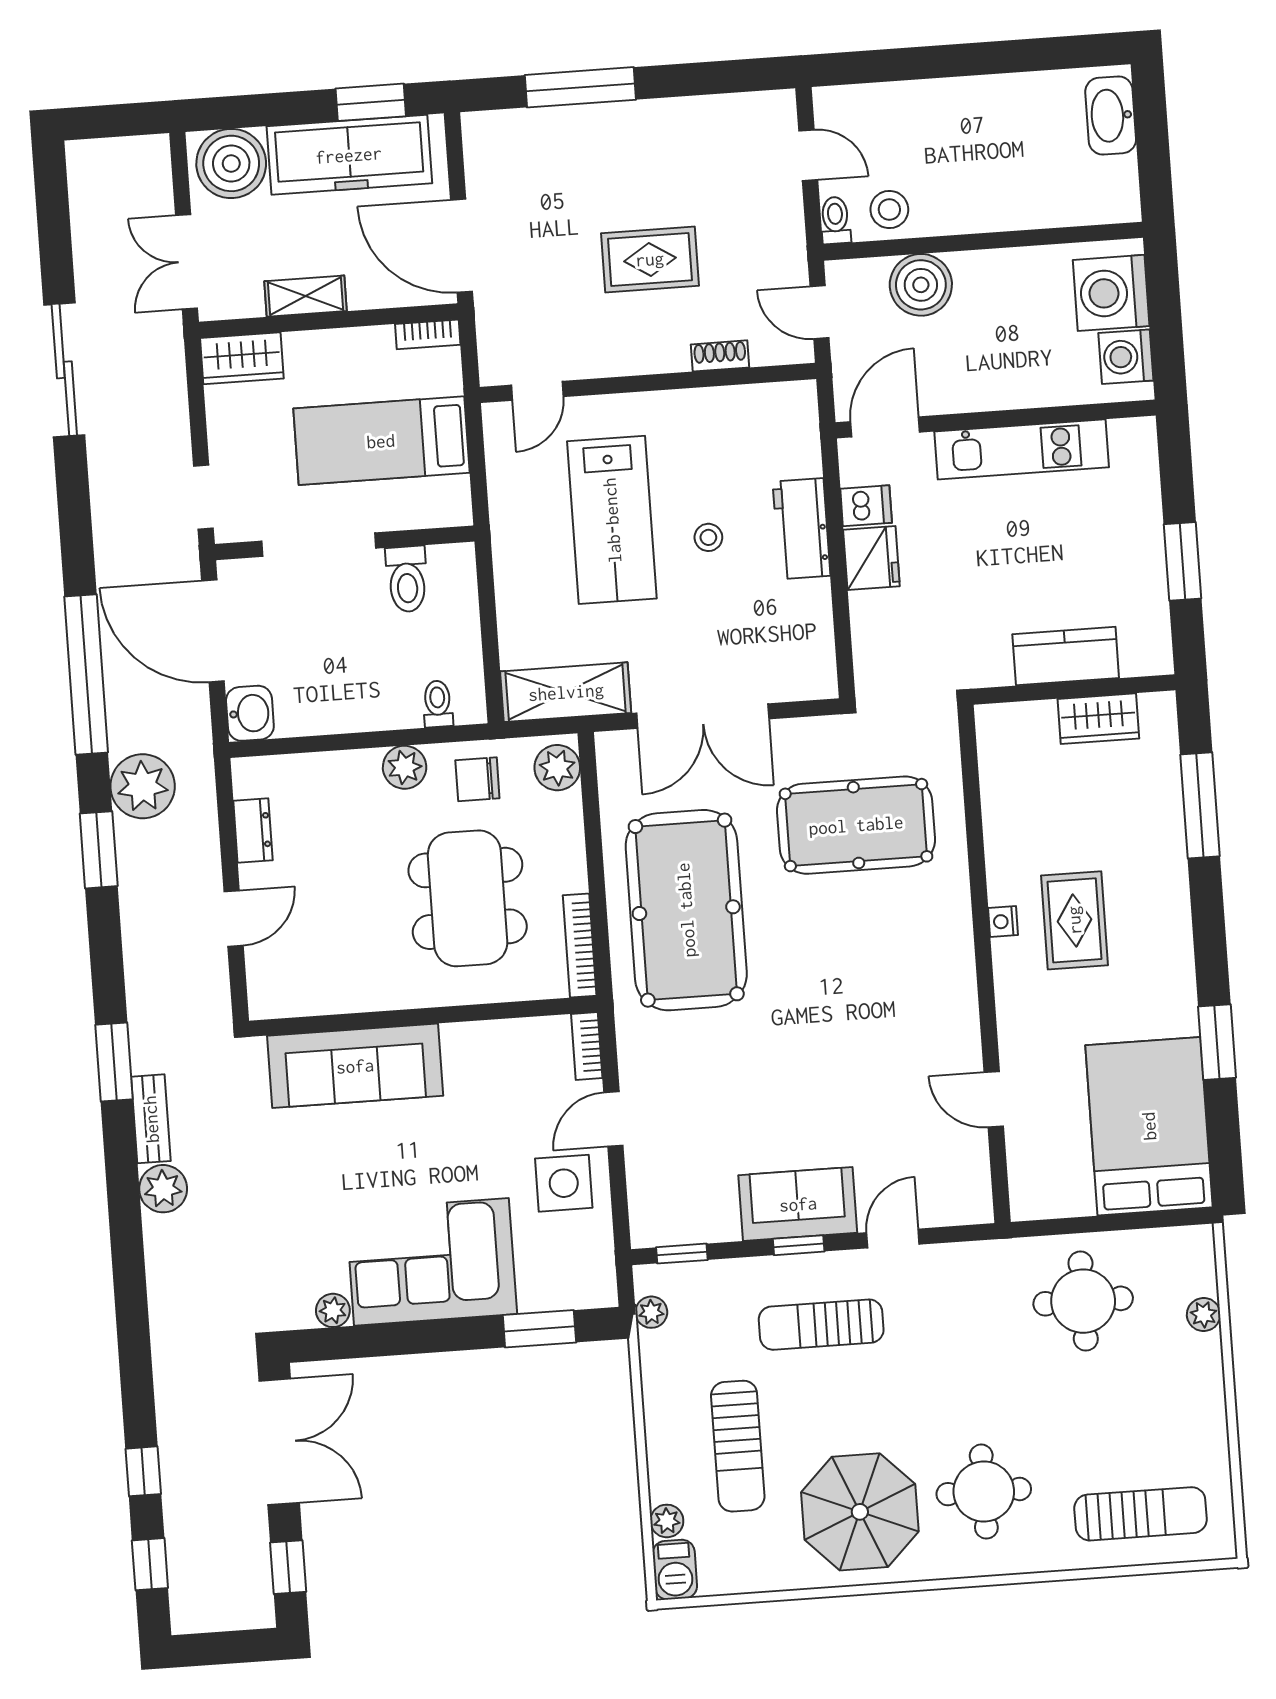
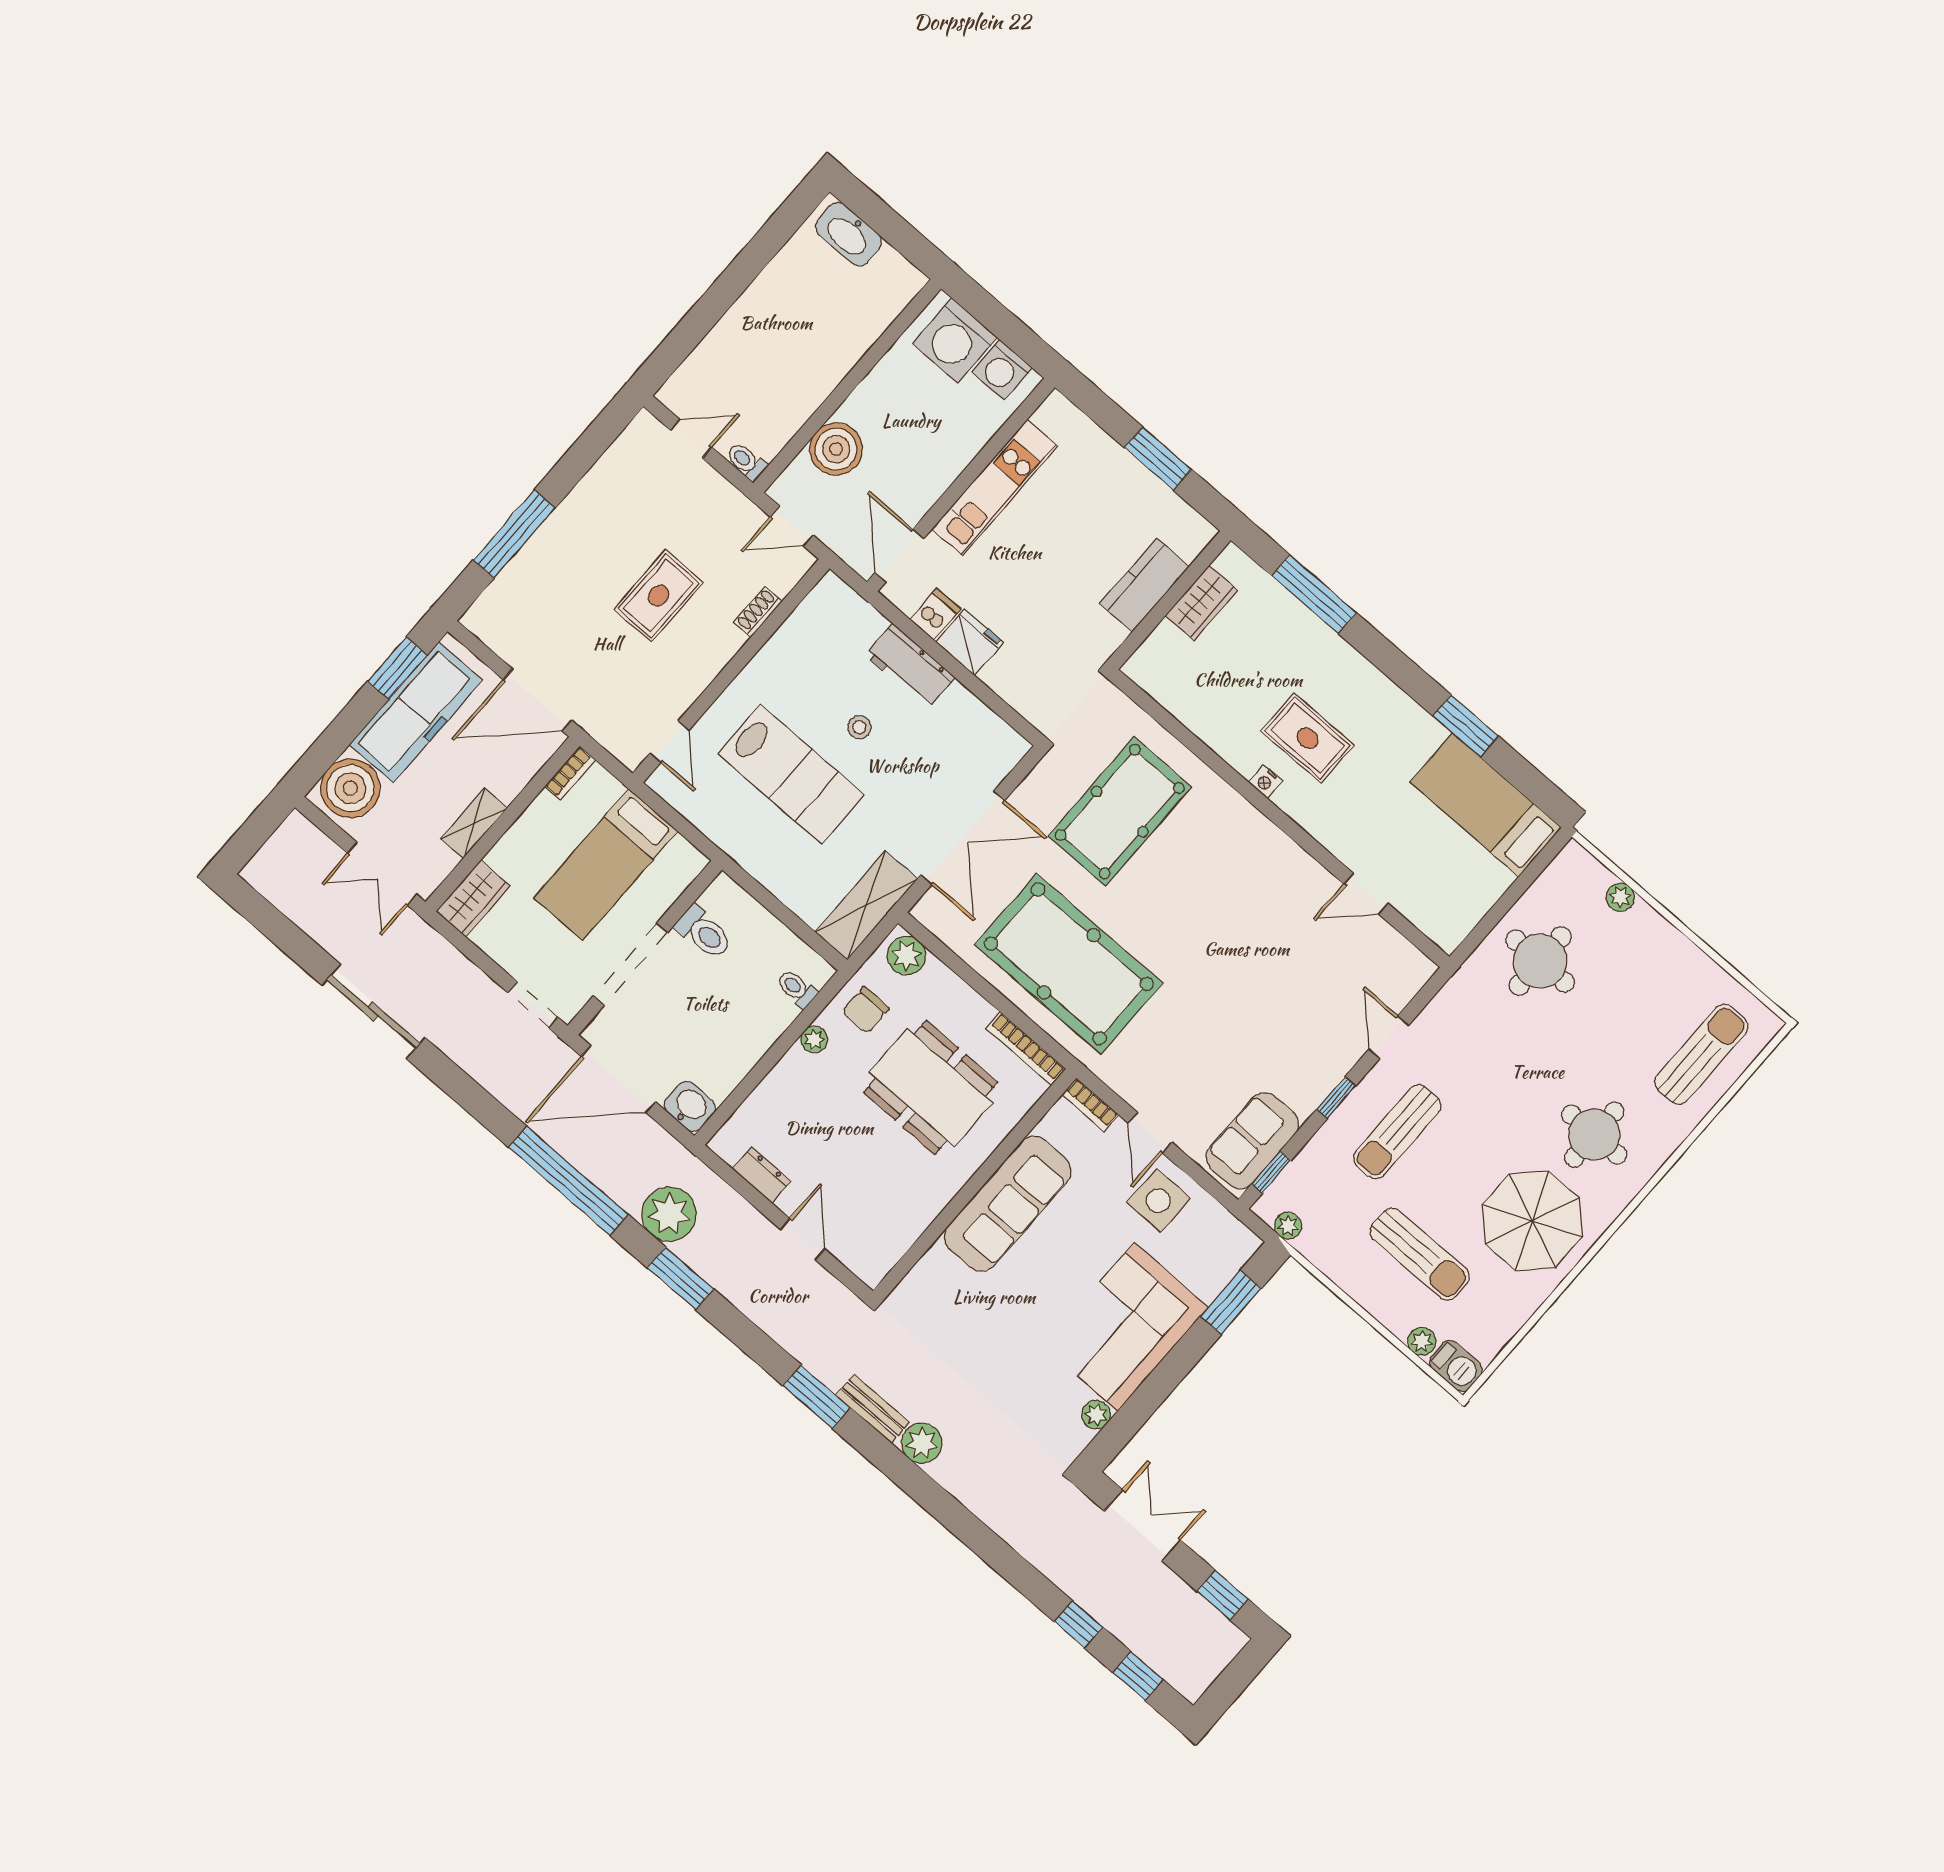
stool: (889, 210) -> (772, 423), removed
plant: (405, 767) -> (814, 1039), width x0.73, depth x0.73
sofa: (355, 1066) -> (1008, 1204), moved
bed: (1149, 1126) -> (1486, 805), width x0.67
sofa: (798, 1204) -> (1253, 1141), moved
double door: (279, 1442) -> (1142, 1525), width x0.73

